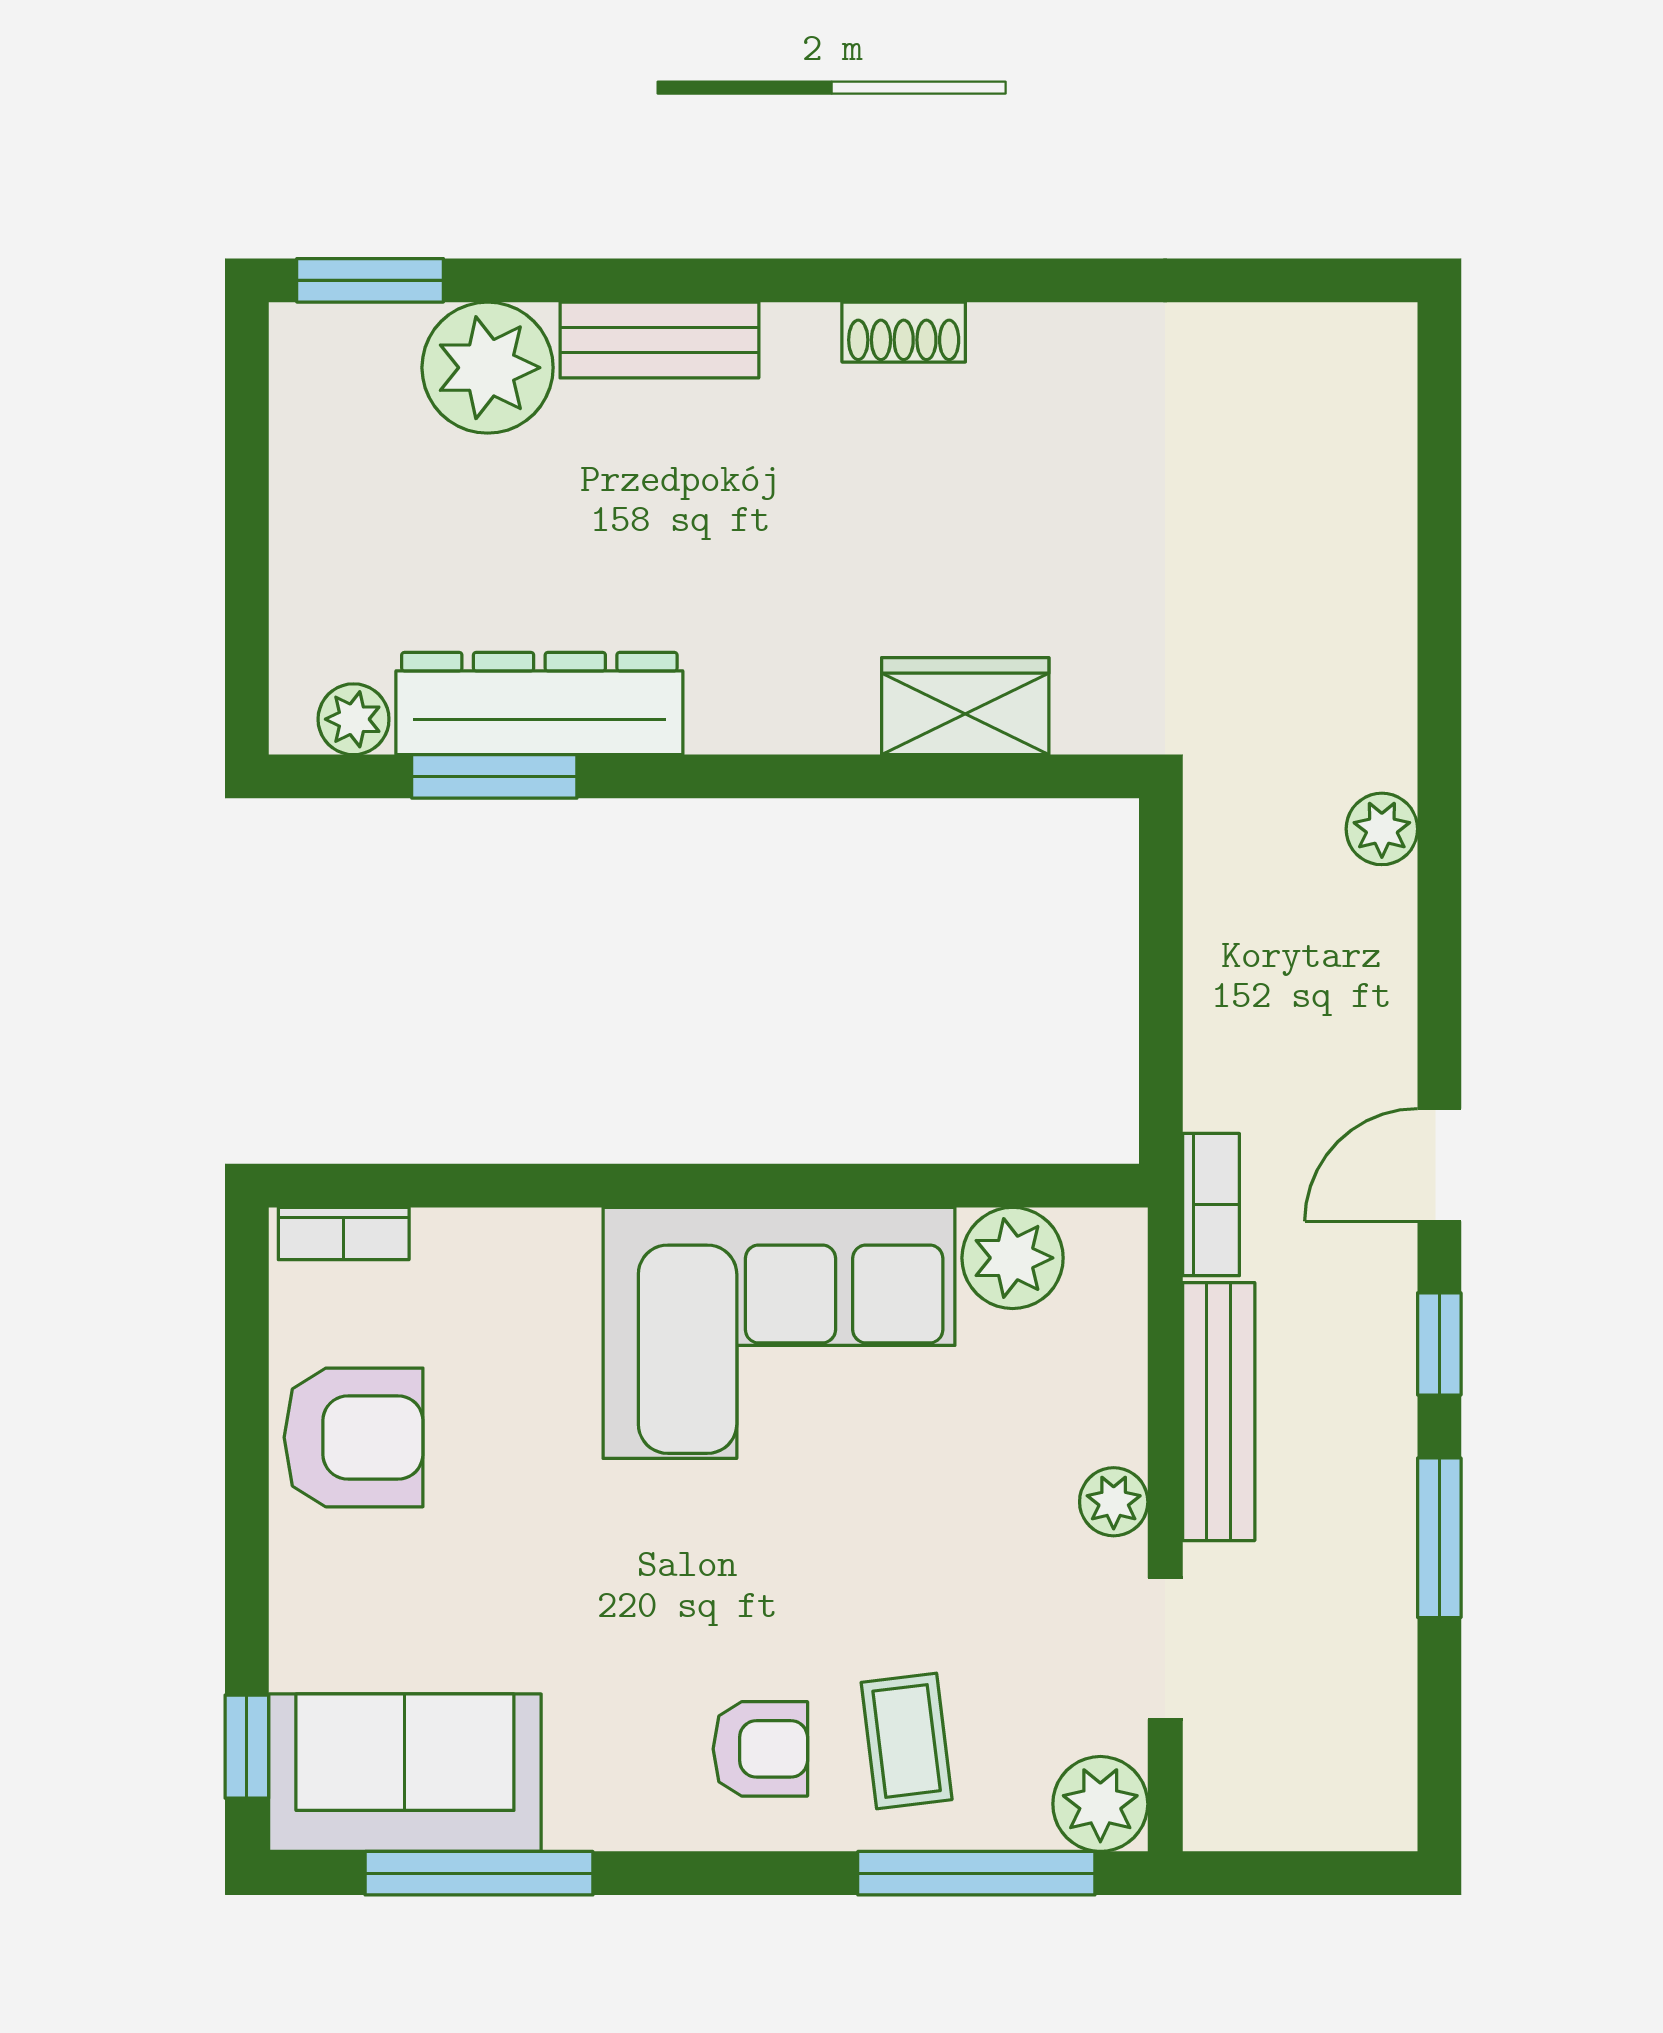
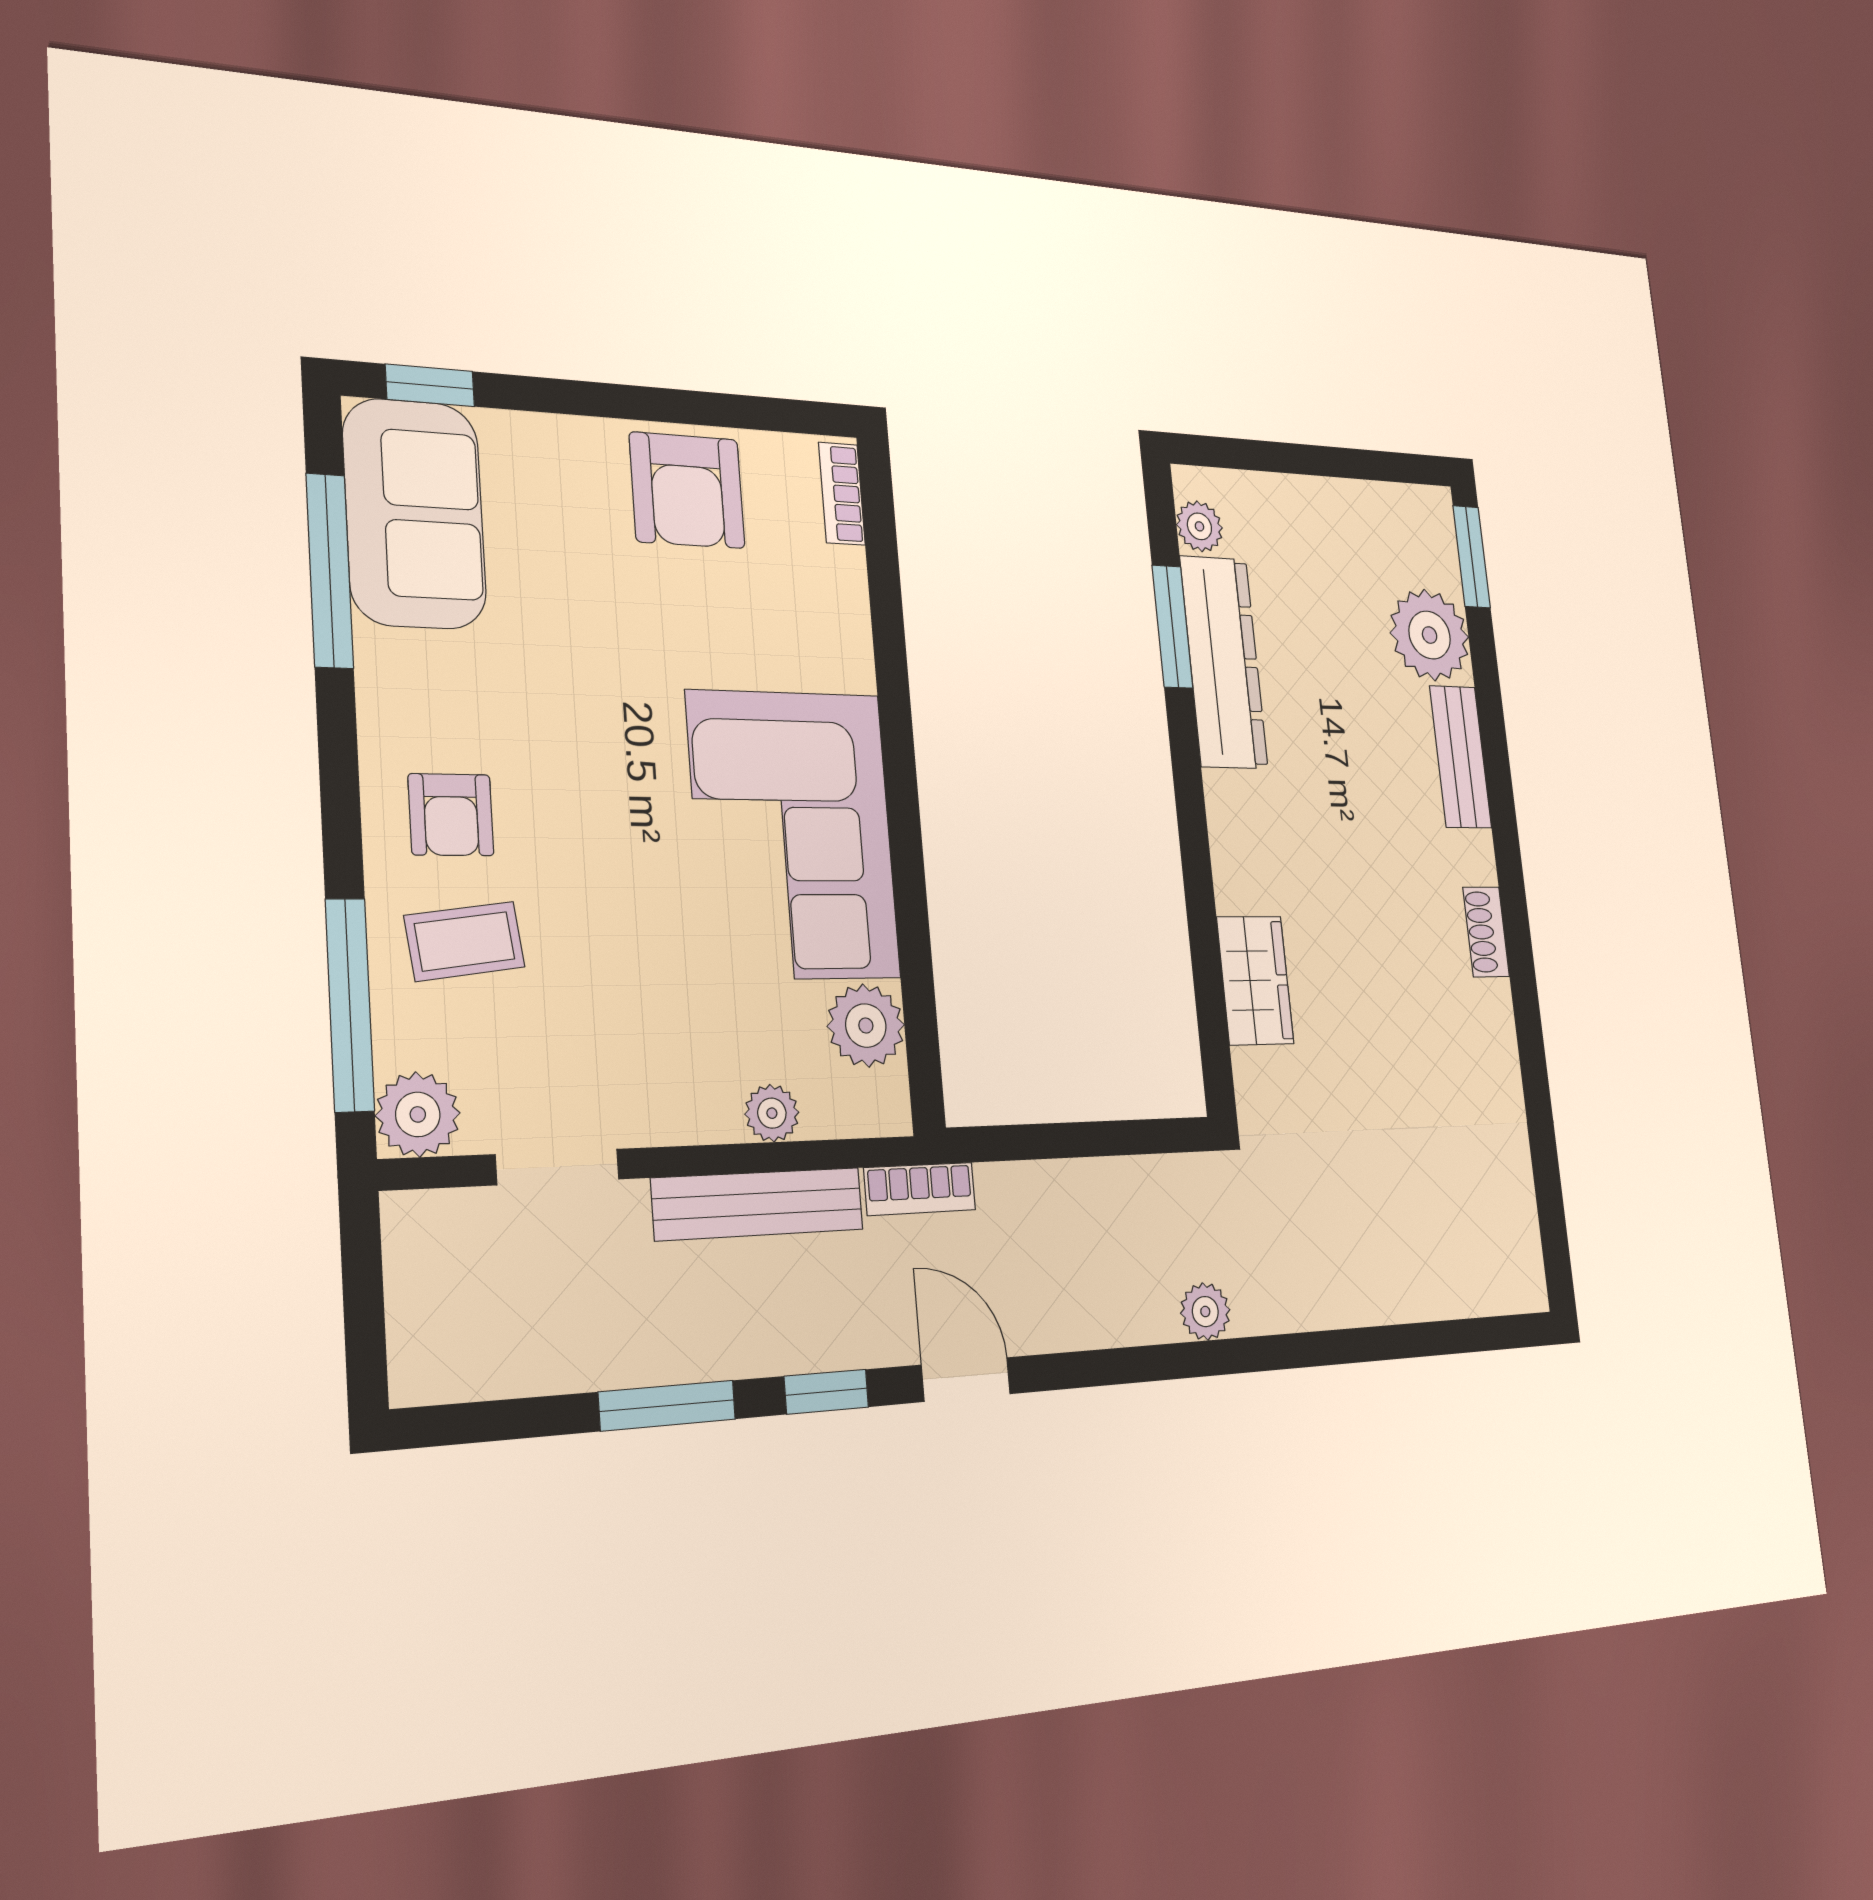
plant: (1114, 1502) -> (772, 1113), moved

